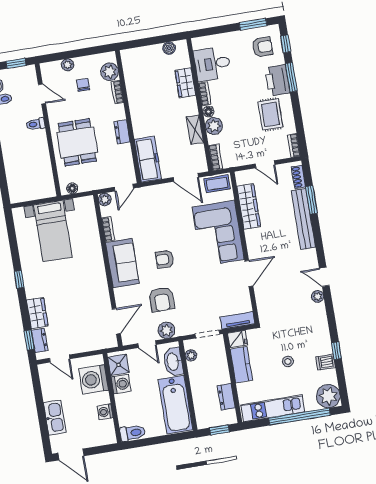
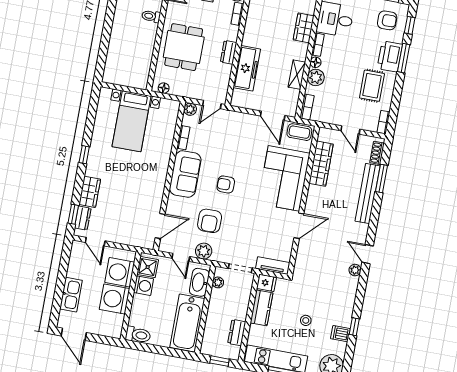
freezer: (148, 159) -> (247, 68), moved
washing machine: (105, 412) -> (115, 299), width x1.89, depth x1.89

